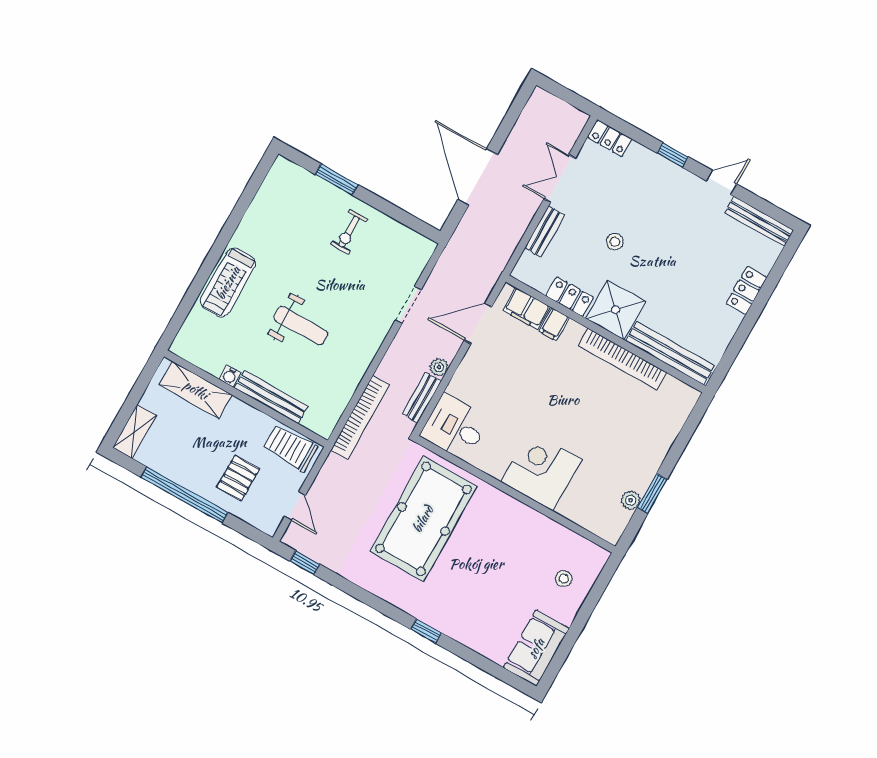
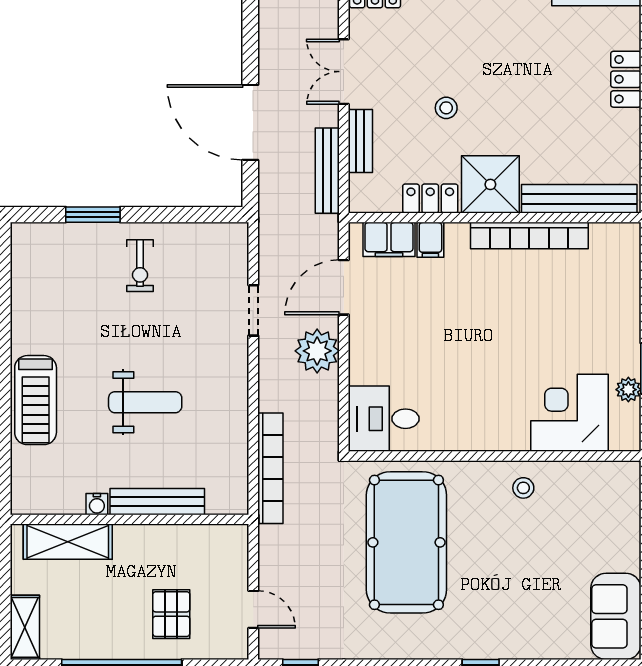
plant: (439, 367) -> (317, 351), width x1.88, depth x1.88
bench: (422, 398) -> (327, 171), moved, width x1.36
trolley: (291, 448) -> (211, 547), removed
corner desk: (541, 470) -> (570, 413), moved
stool: (564, 579) -> (523, 488), moved

